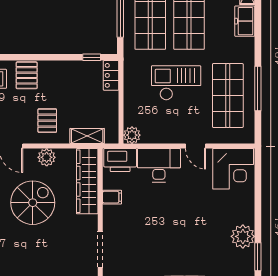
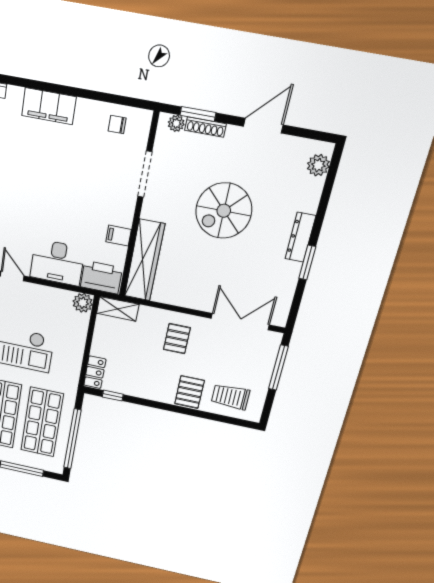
shelving: (87, 136) -> (118, 309), moved
plant: (47, 157) -> (187, 298), removed
spiral stairs: (33, 203) -> (224, 211), moved

